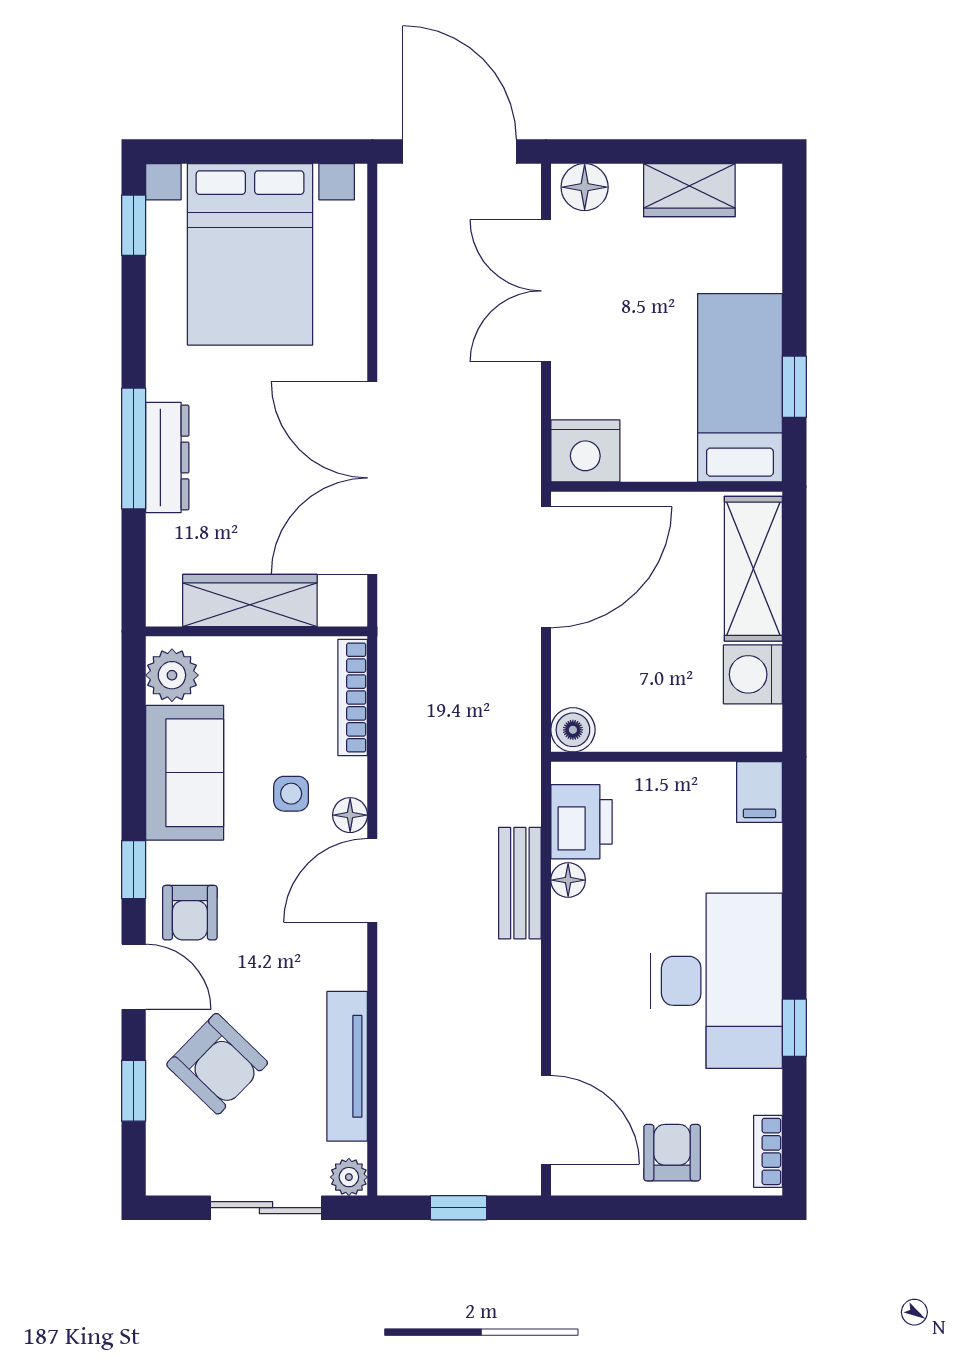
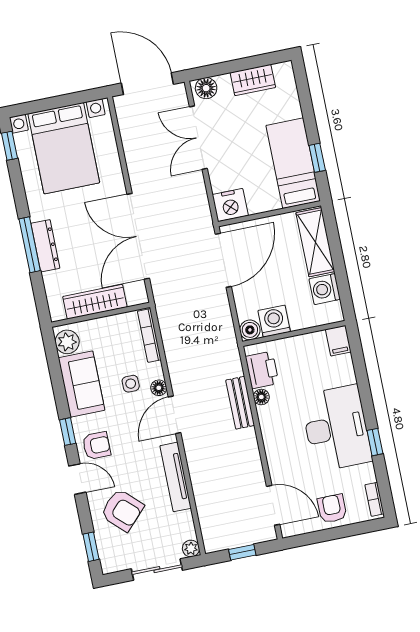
washing machine: (629, 721) -> (274, 321), added
armchair: (190, 913) -> (96, 446), turned -90
tv unit: (347, 1066) -> (176, 477), moved
window: (134, 1091) -> (91, 547), moved

